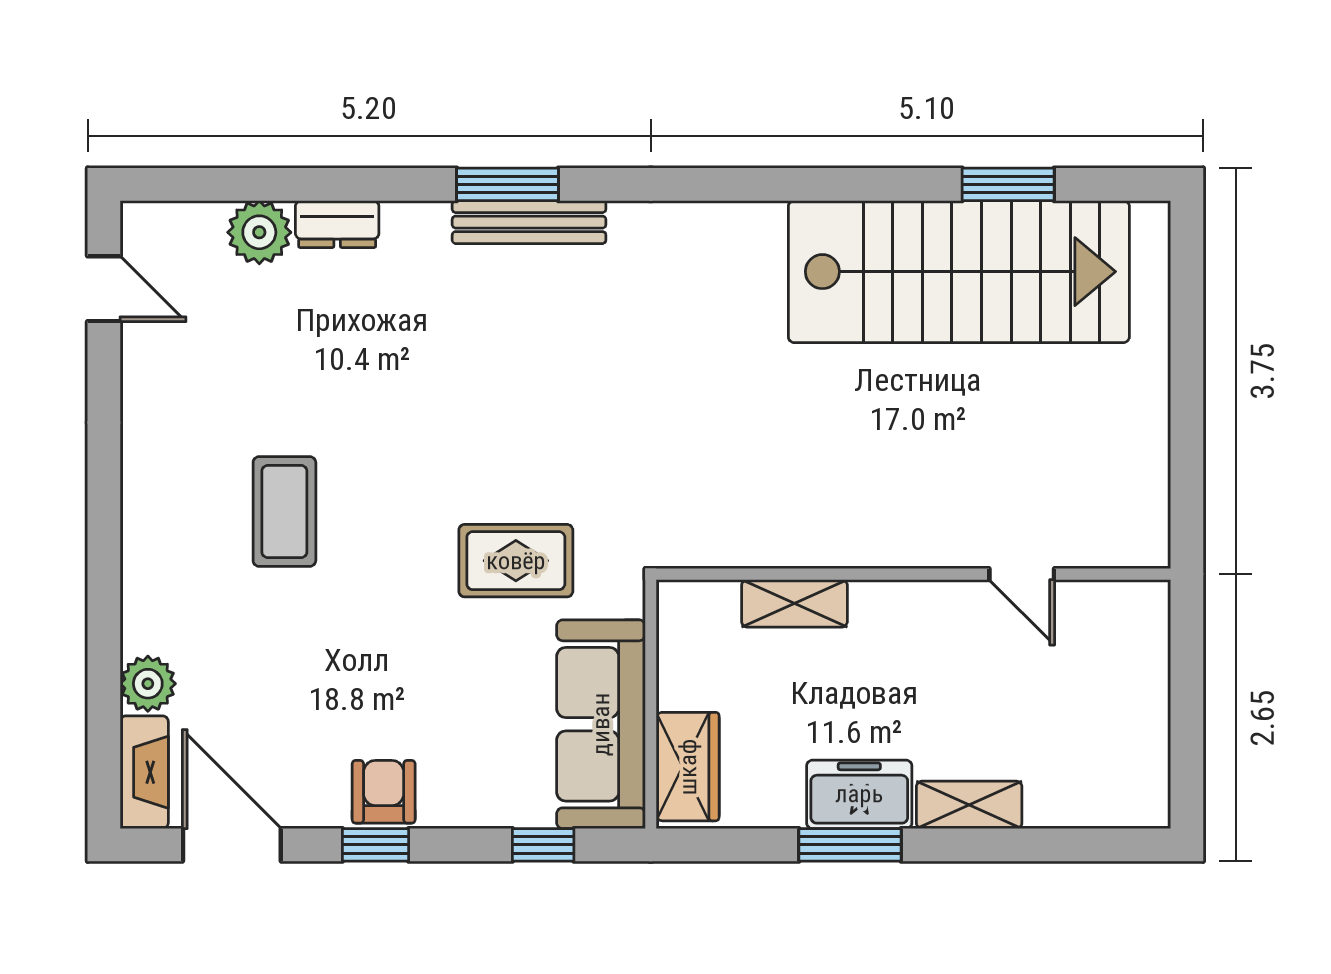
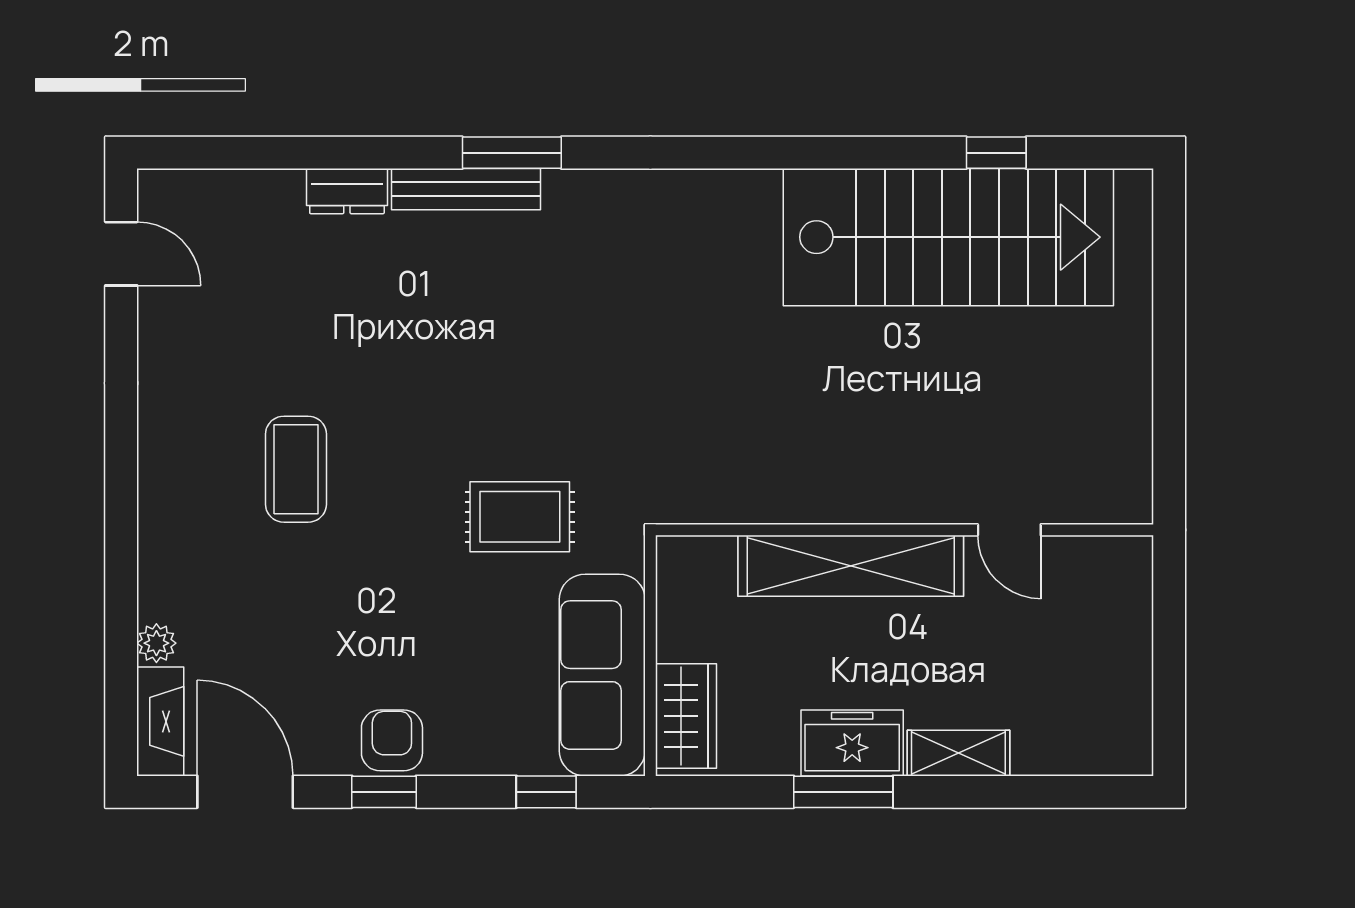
window: (1008, 184) -> (996, 153), width x0.67
bench: (529, 222) -> (466, 189), moved
plant: (259, 232) -> (272, 199), removed
shelving: (794, 603) -> (851, 566), width x2.20, depth x1.33
plant: (148, 684) -> (156, 643), width x0.73, depth x0.73

